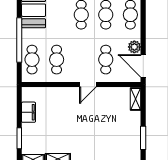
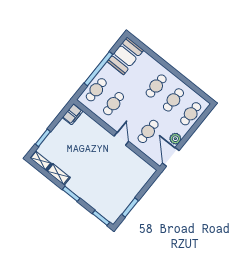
door: (88, 85) -> (121, 139), swing flipped
shelving: (136, 99) -> (147, 176), removed
filing cabinet: (29, 112) -> (73, 114), moved

